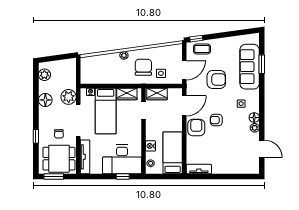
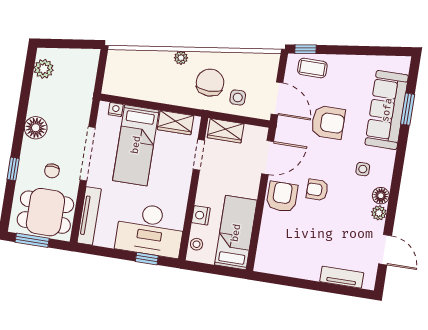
door: (184, 70) -> (277, 98), hinge flipped
plant: (69, 97) -> (78, 112), removed
floor lamp: (45, 100) -> (36, 128), moved
tv unit: (199, 169) -> (342, 277), moved

